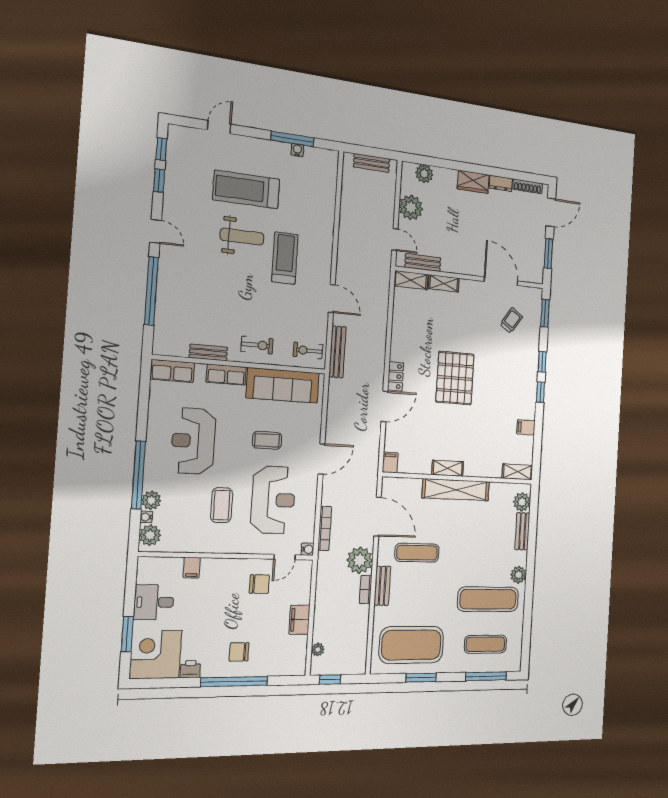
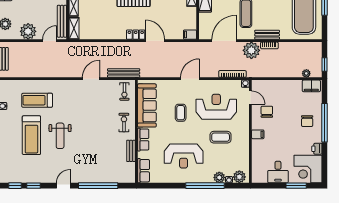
weight bench: (242, 237) -> (60, 136), turned 180
treadmill: (285, 258) -> (37, 100), moved
bench: (423, 263) -> (62, 21), width x1.36
door: (321, 459) -> (190, 79), hinge flipped
filing cabinet: (192, 568) -> (258, 134), moved
filing cabinet: (299, 620) -> (311, 86), moved

